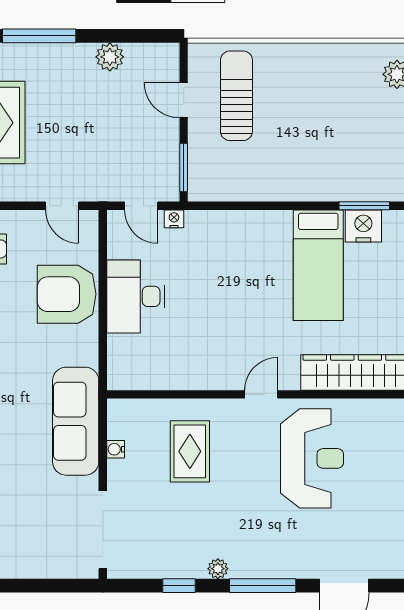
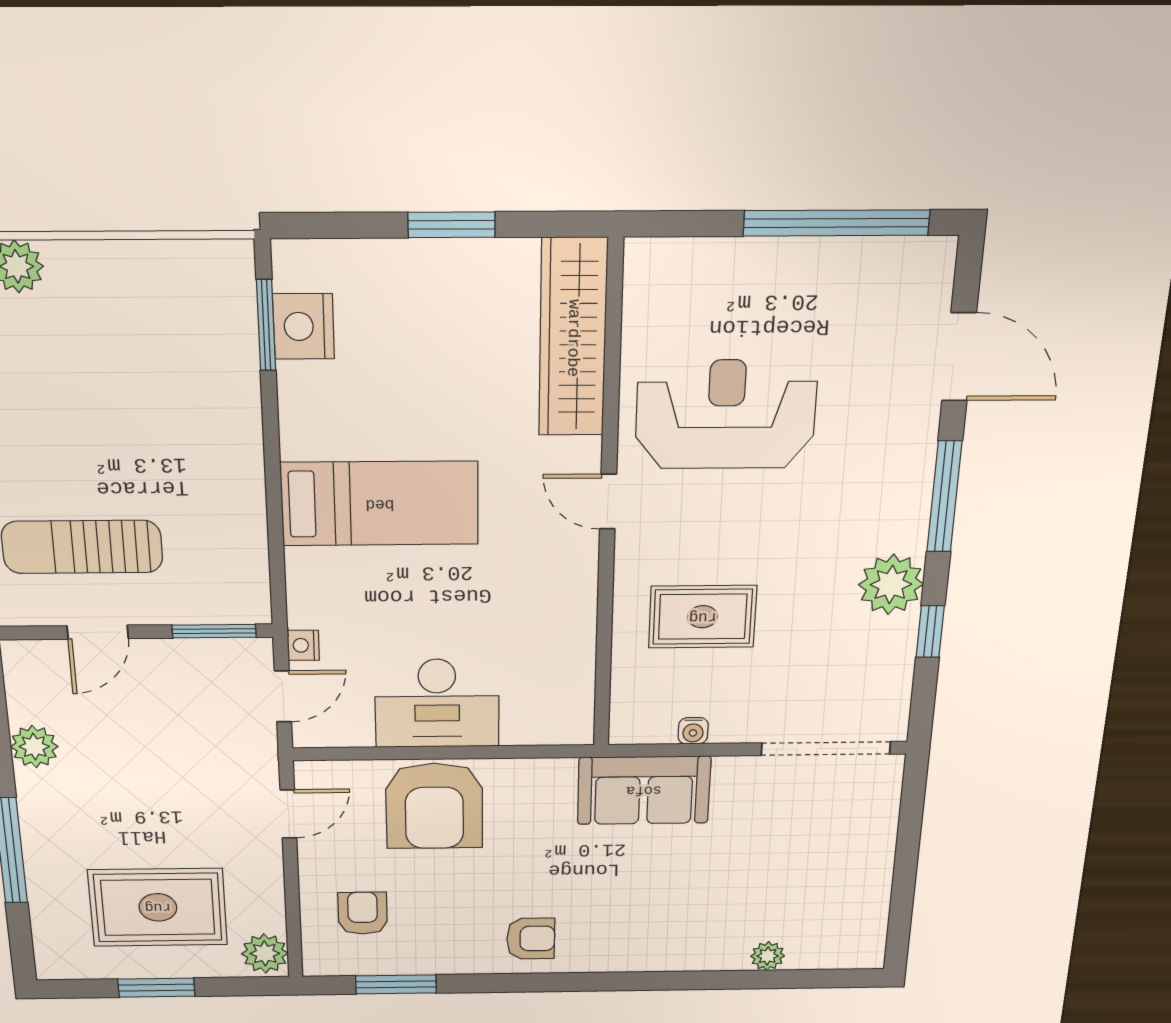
bed: (318, 265) -> (380, 504), moved
sofa: (76, 421) -> (644, 790), width x0.73
plant: (218, 569) -> (891, 584), width x1.88, depth x1.88

